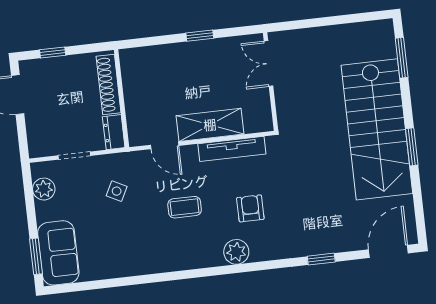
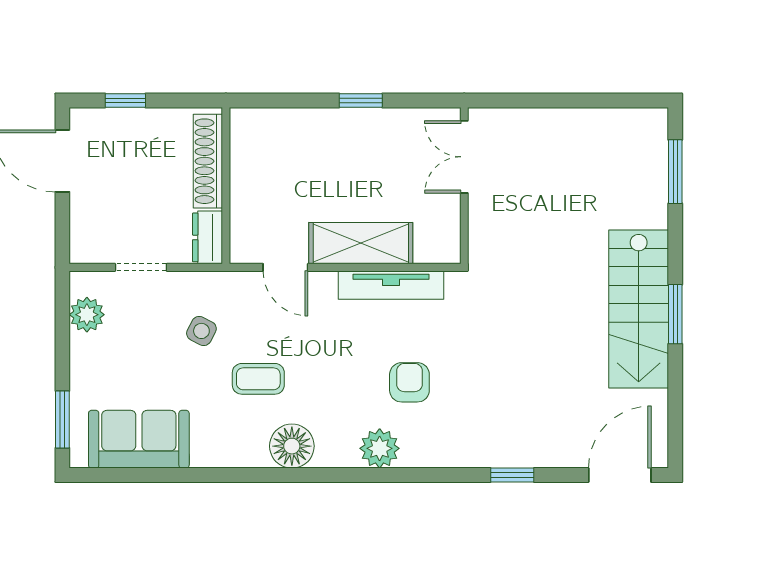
stairs: (377, 129) -> (639, 309), width x0.73, depth x0.66
coffee table: (185, 207) -> (258, 379), moved
sofa: (58, 253) -> (139, 439), moved, turned -90
floor lamp: (181, 257) -> (292, 446), added

